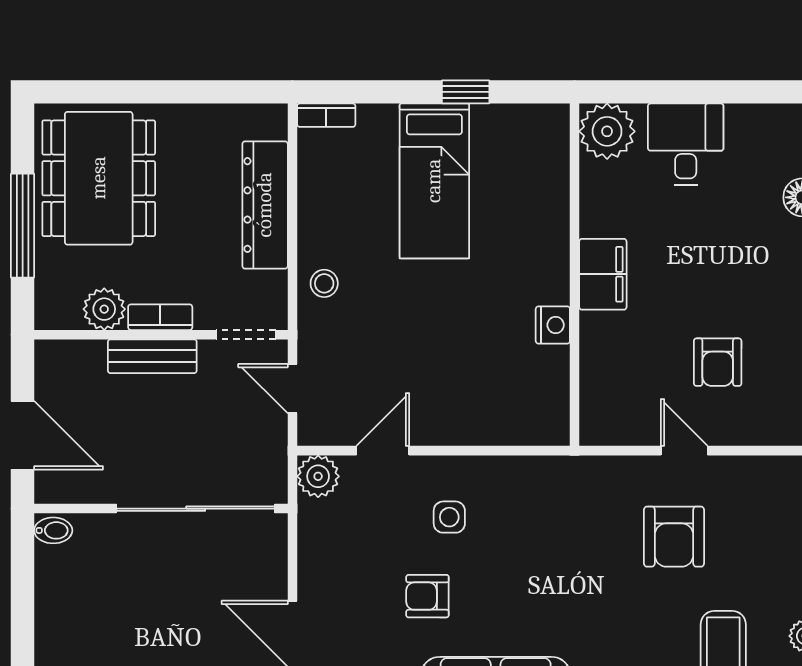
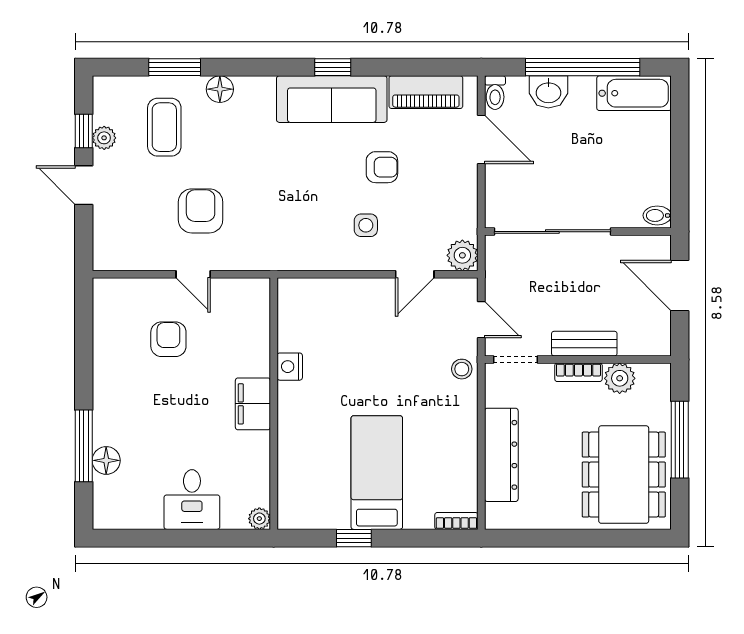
plant: (607, 131) -> (259, 519), width x0.53, depth x0.53
stool: (324, 283) -> (462, 369), moved

